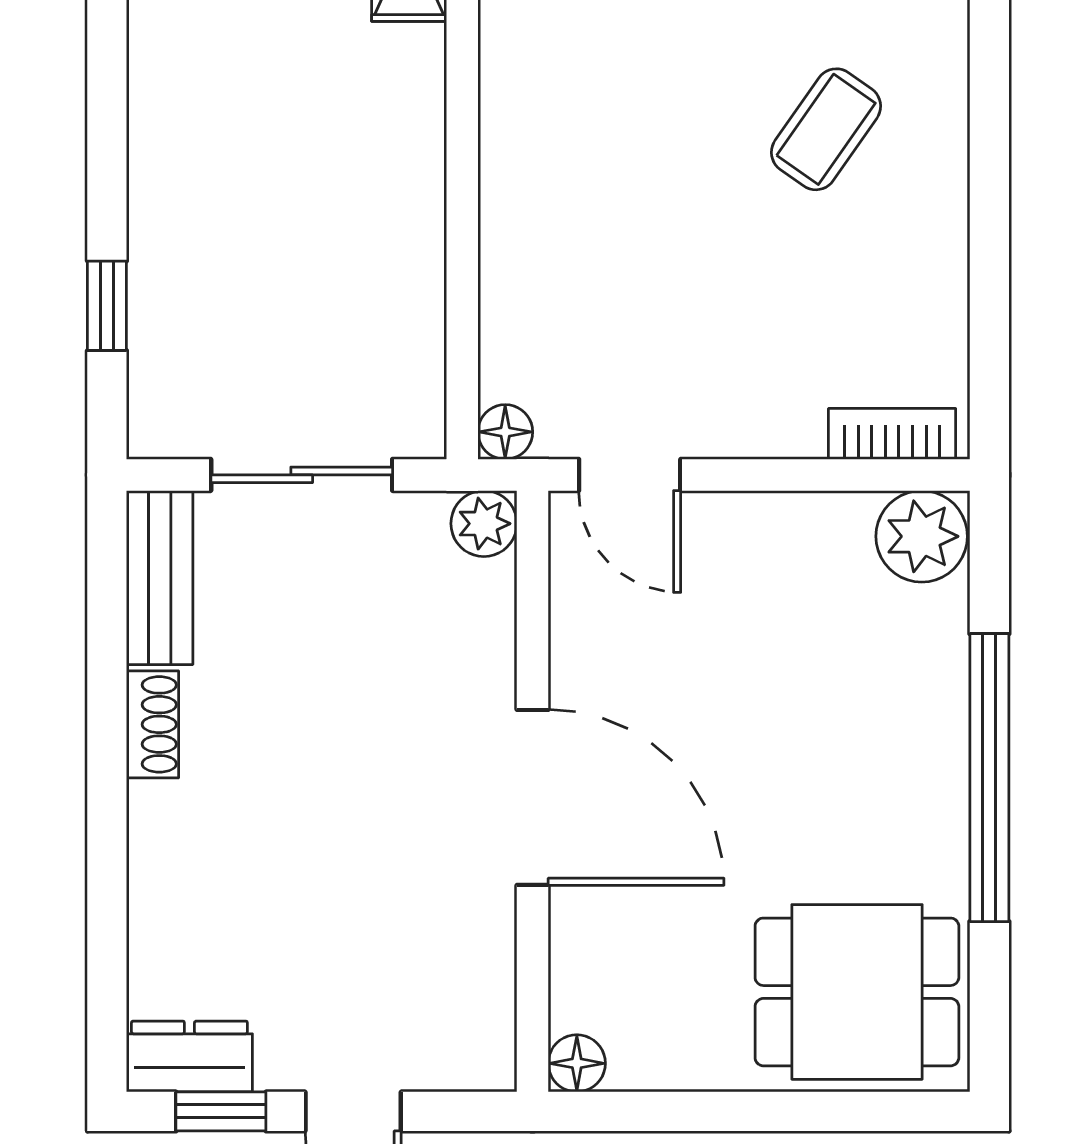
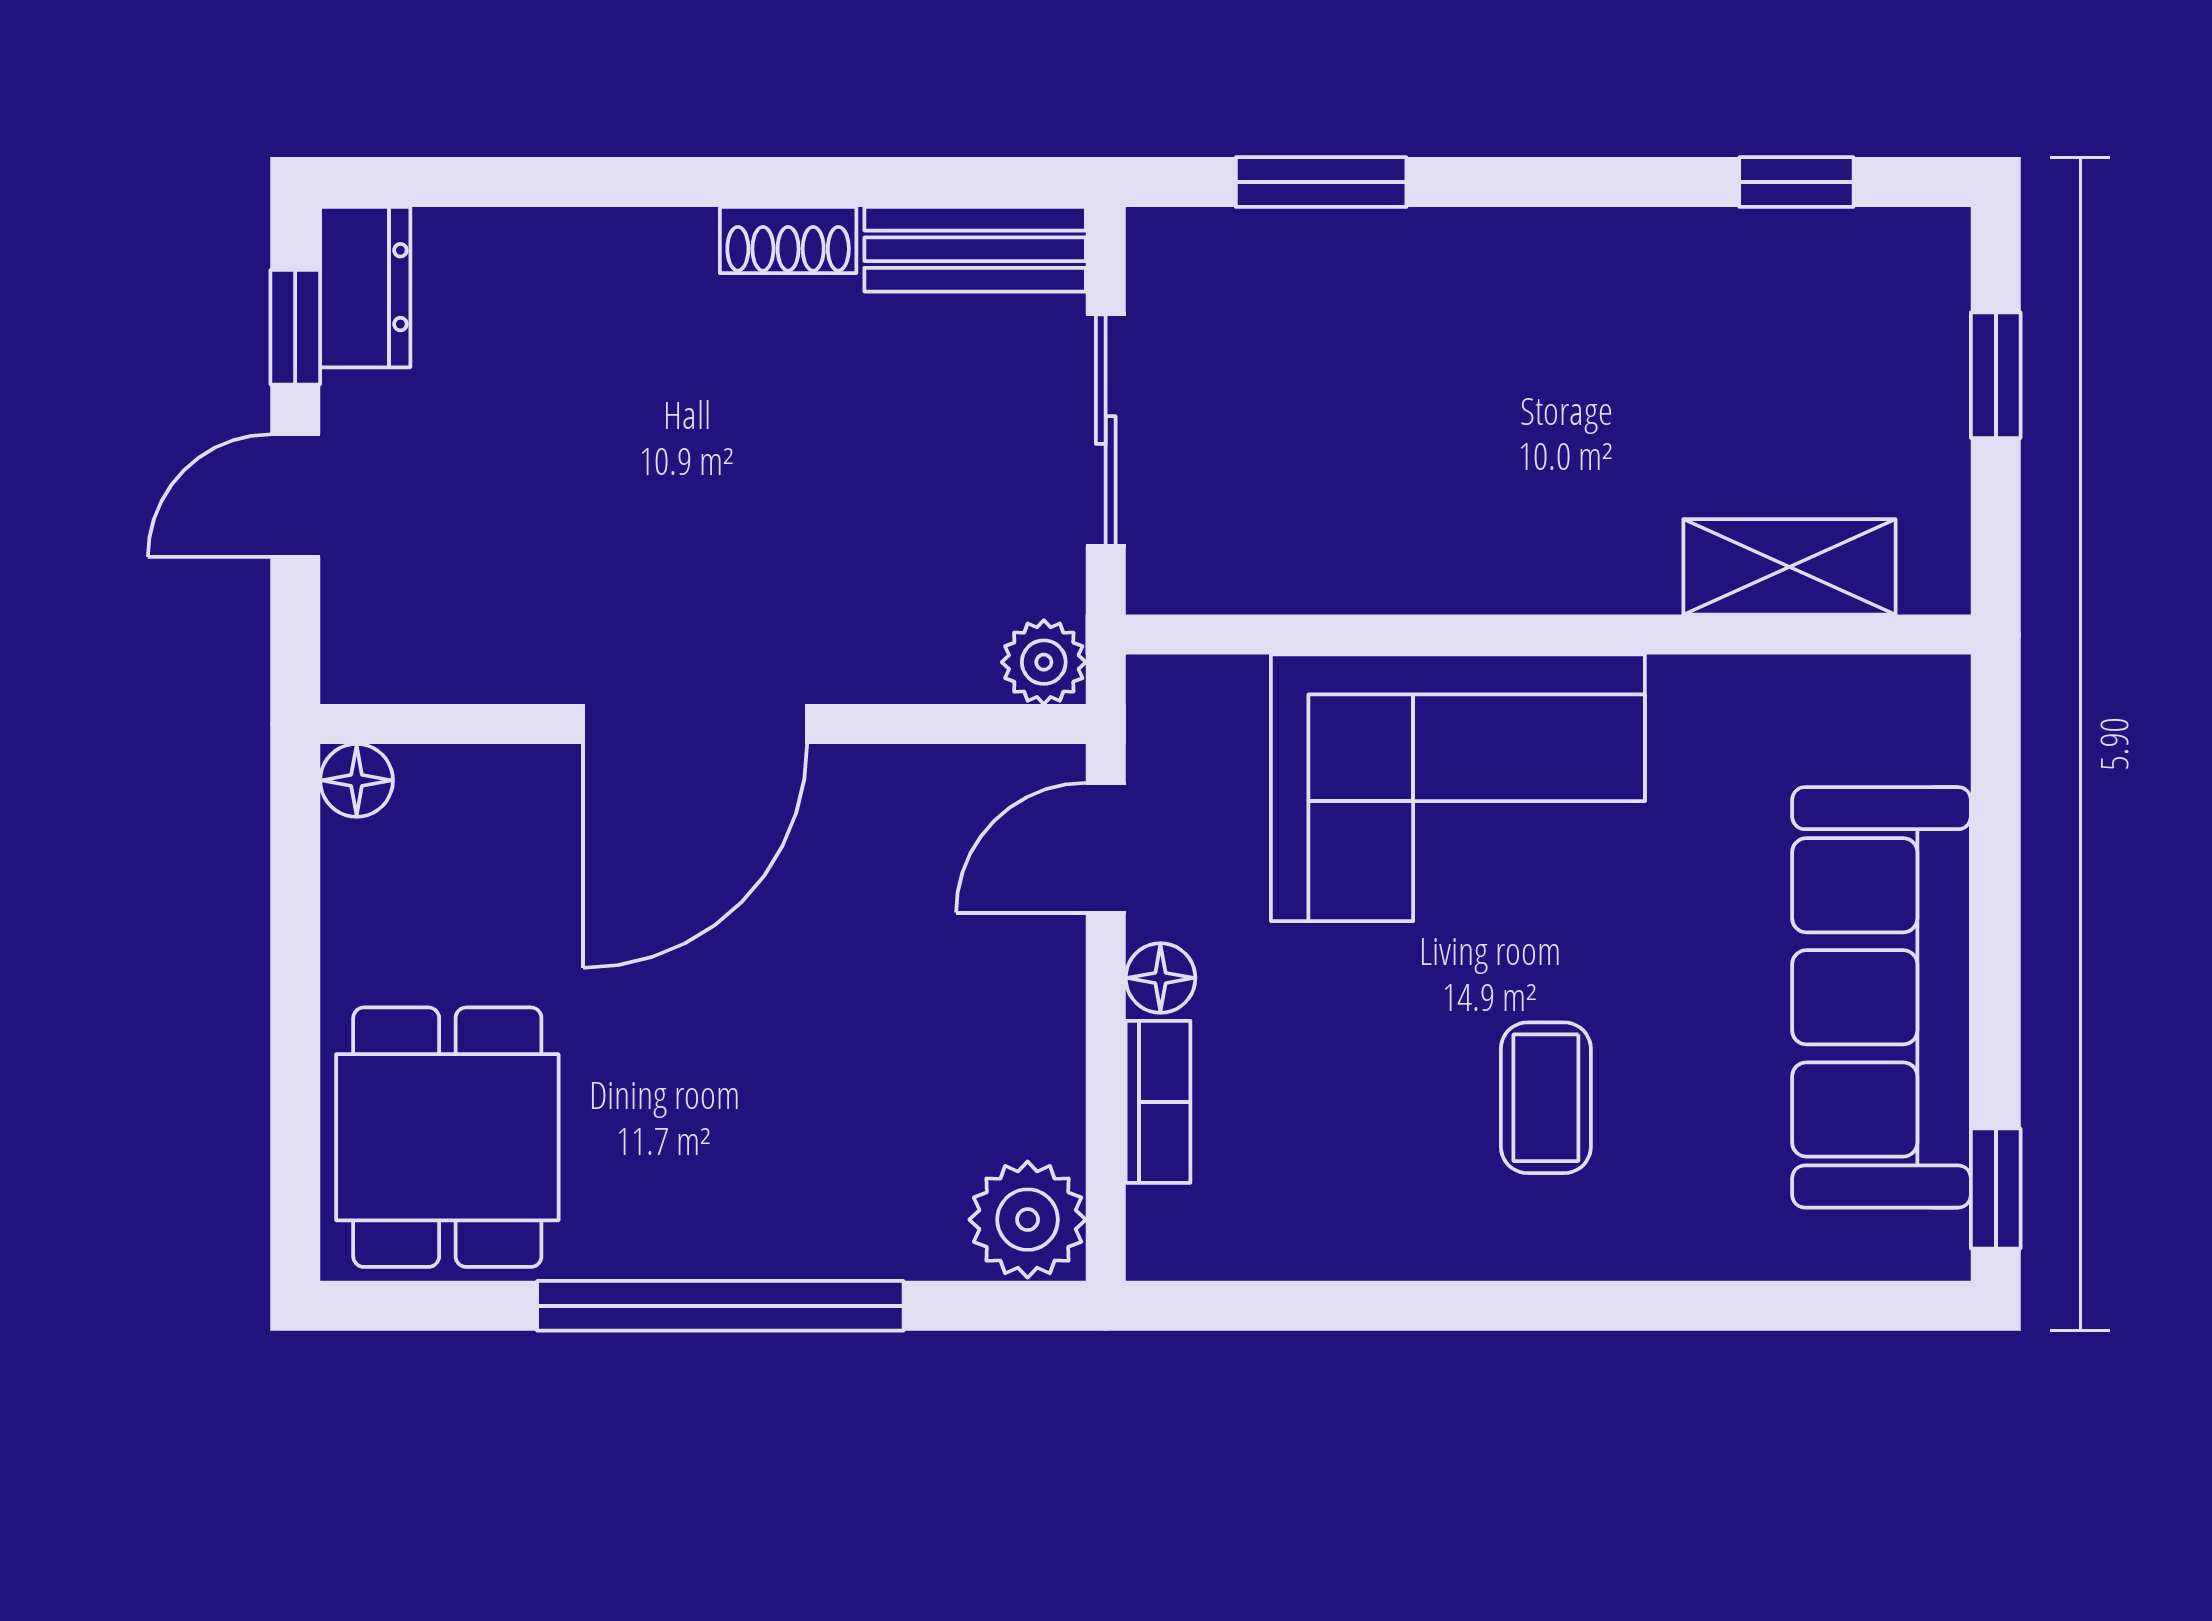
coffee table: (826, 129) -> (1546, 1098), turned 55
corner sofa: (583, 198) -> (1458, 788), added
window: (107, 306) -> (1321, 182), width x1.50
floor lamp: (505, 432) -> (1160, 978), moved
bookcase: (892, 434) -> (1158, 1102), moved

